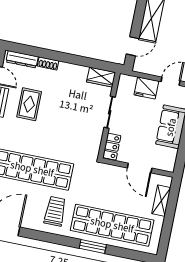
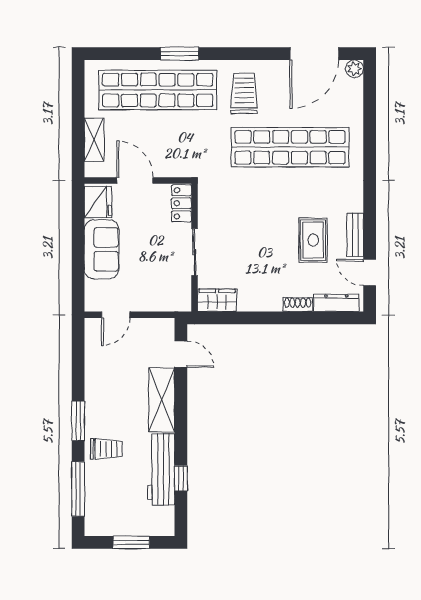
door: (133, 46) -> (181, 354), swing flipped
fridge: (146, 88) -> (98, 202), moved, turned 90
trolley: (55, 211) -> (244, 93), turned 180

